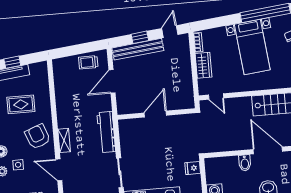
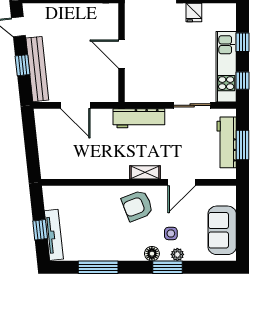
trolley: (88, 62) -> (49, 133), removed
rug: (21, 104) -> (95, 223), removed

